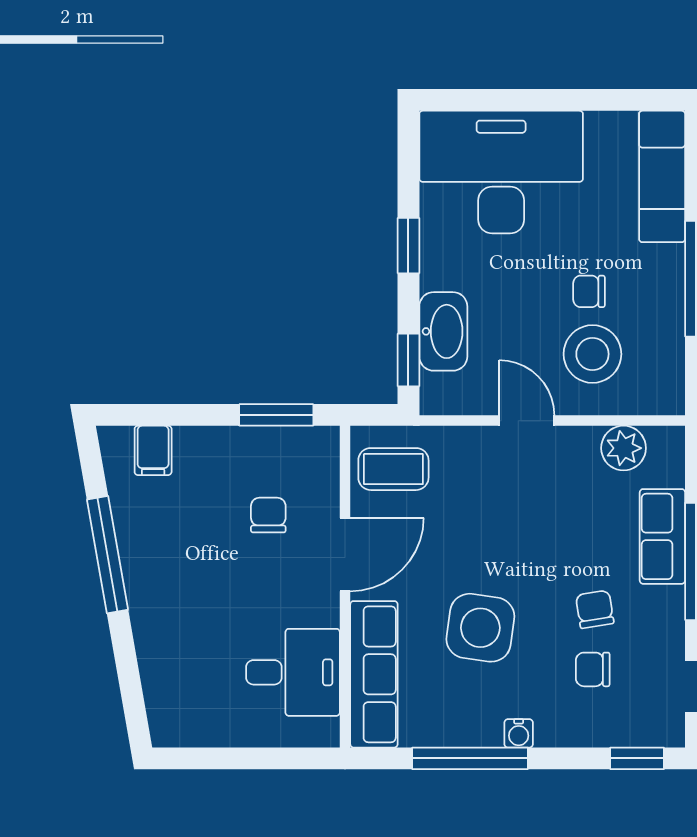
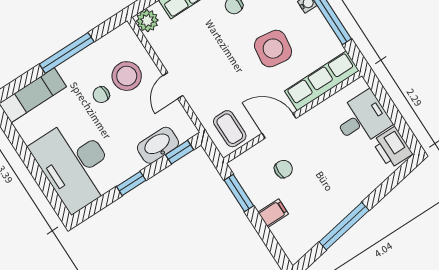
chair: (589, 291) -> (101, 95), turned 90
plant: (624, 448) -> (147, 21), moved
filing cabinet: (153, 450) -> (273, 213), moved
chair: (268, 515) -> (283, 169), turned 180
desk: (293, 672) -> (362, 119), moved, turned 90
printer: (187, 720) -> (392, 148), added

